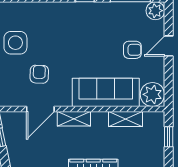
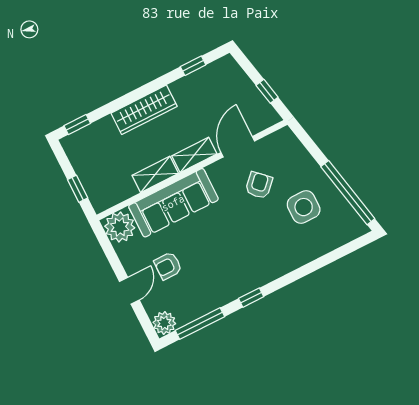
armchair: (39, 74) -> (259, 185), turned -138
shelving: (126, 119) -> (155, 174), moved

